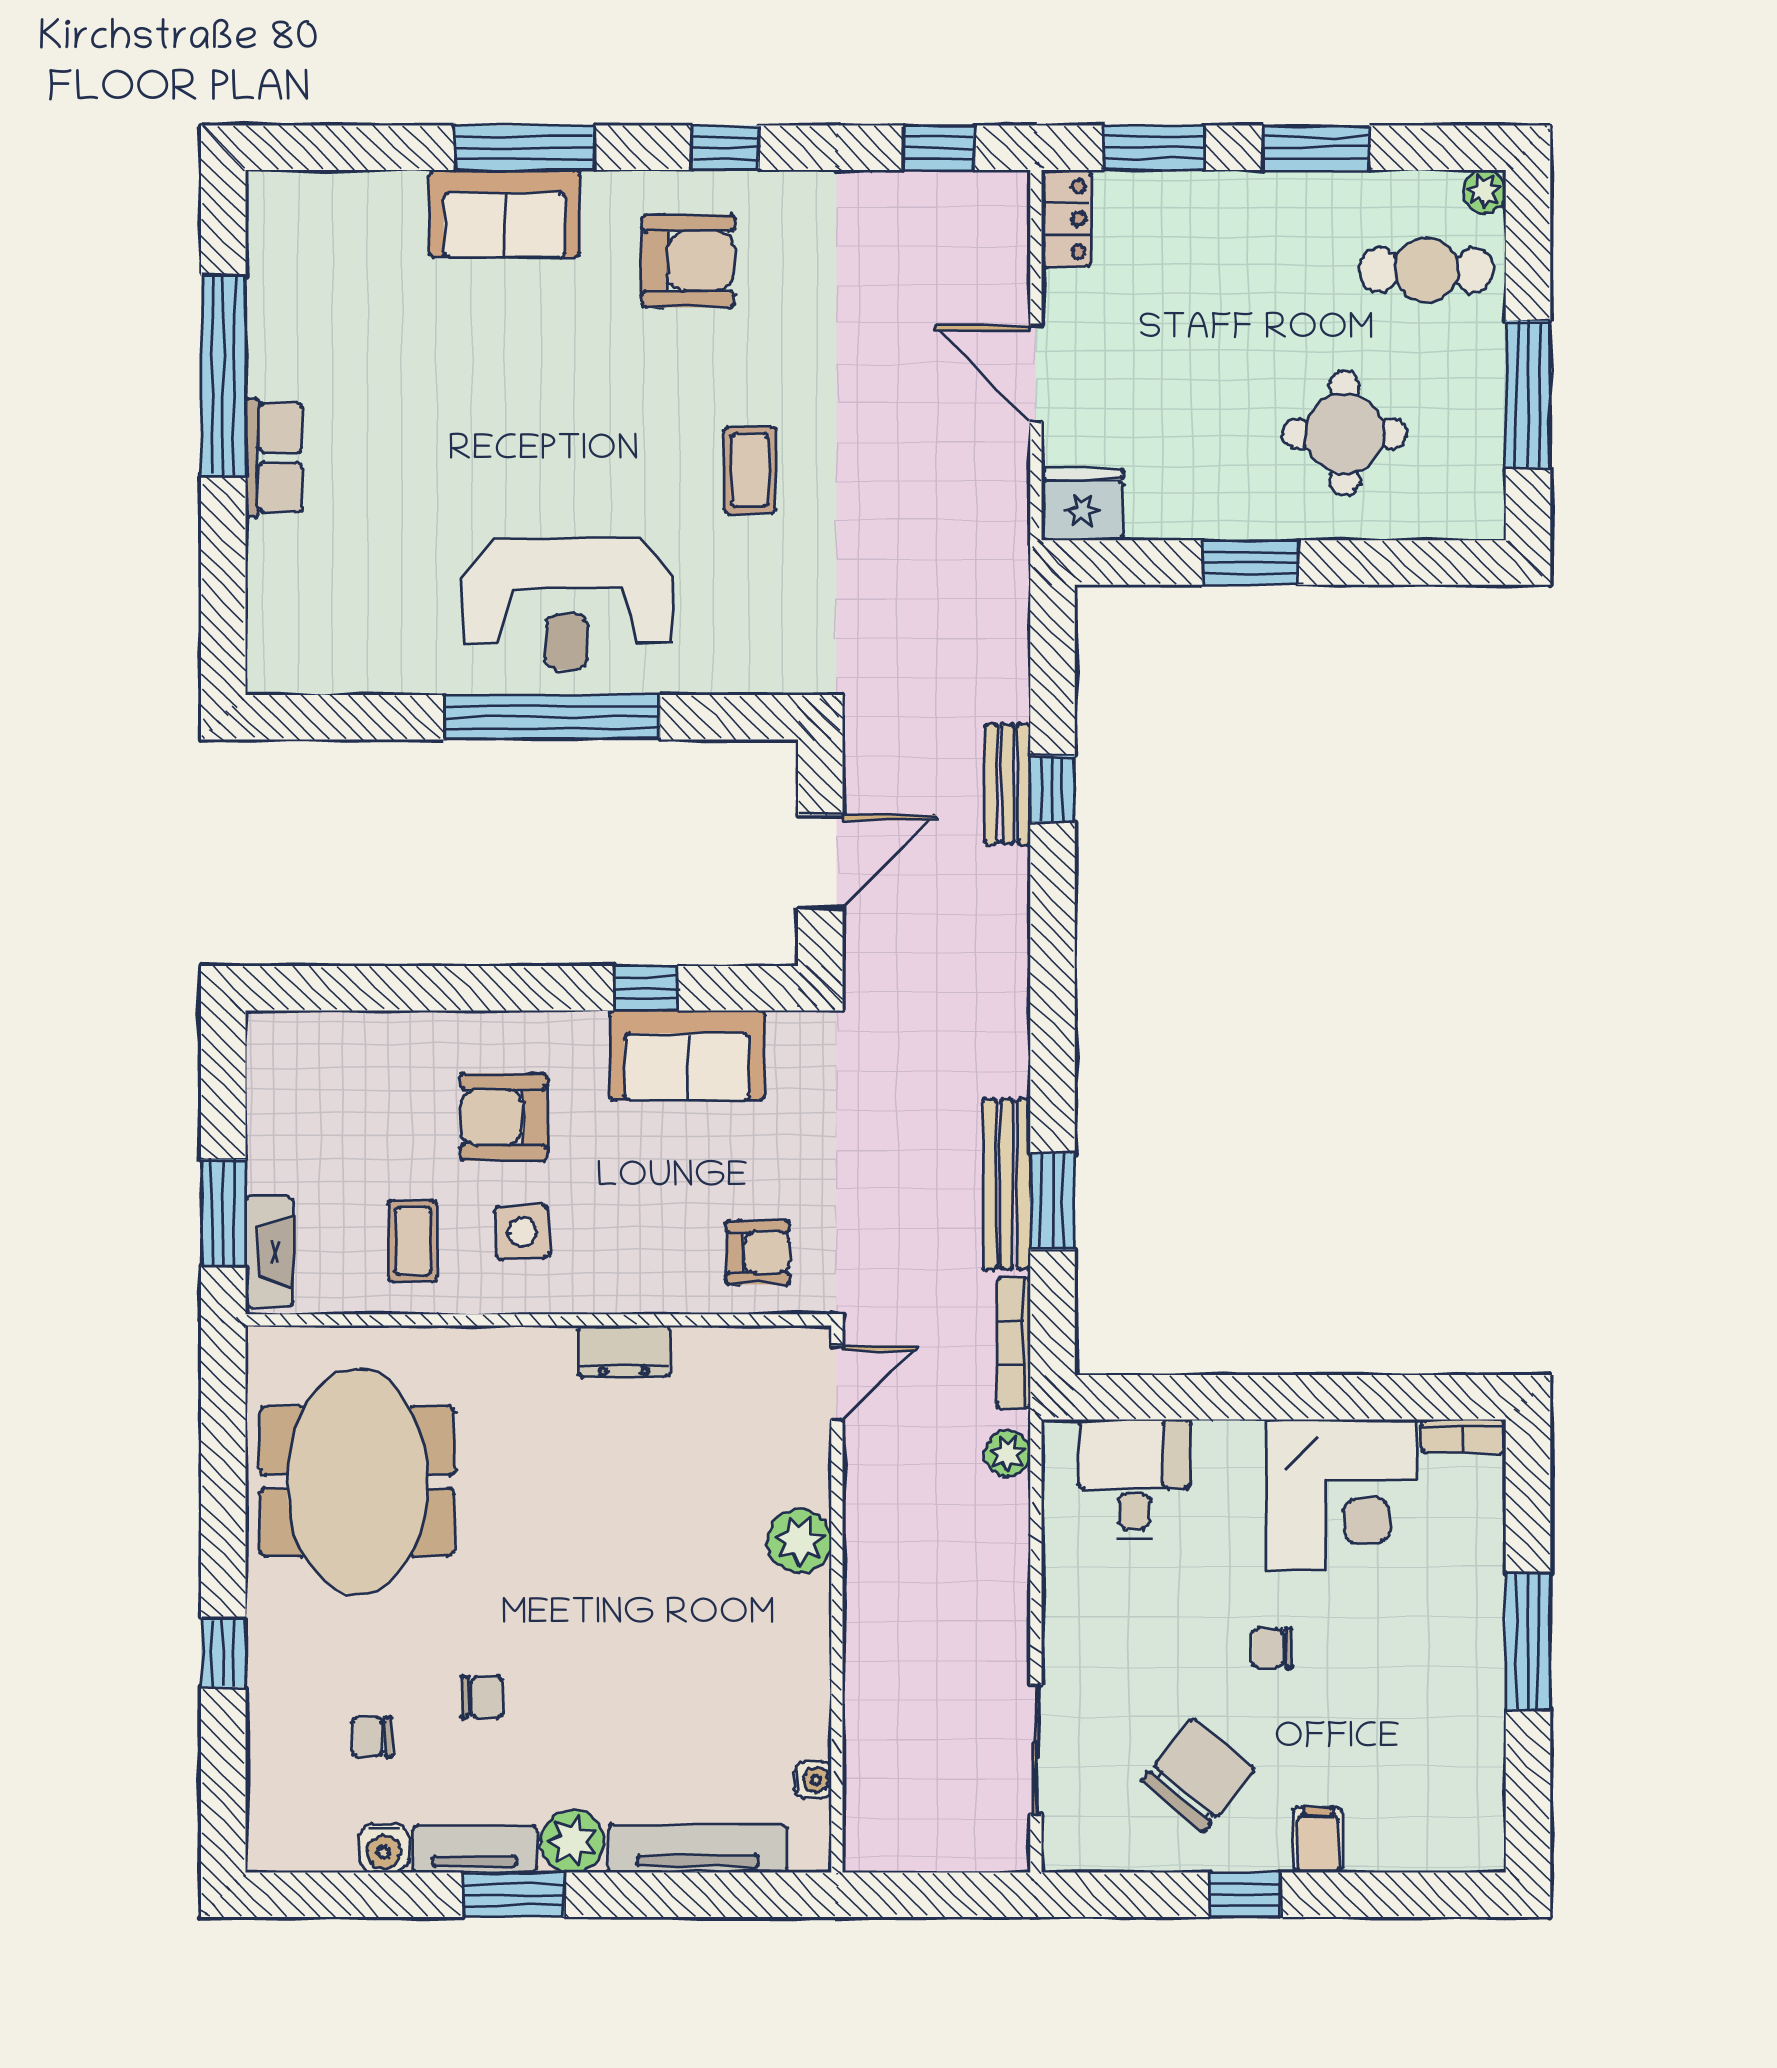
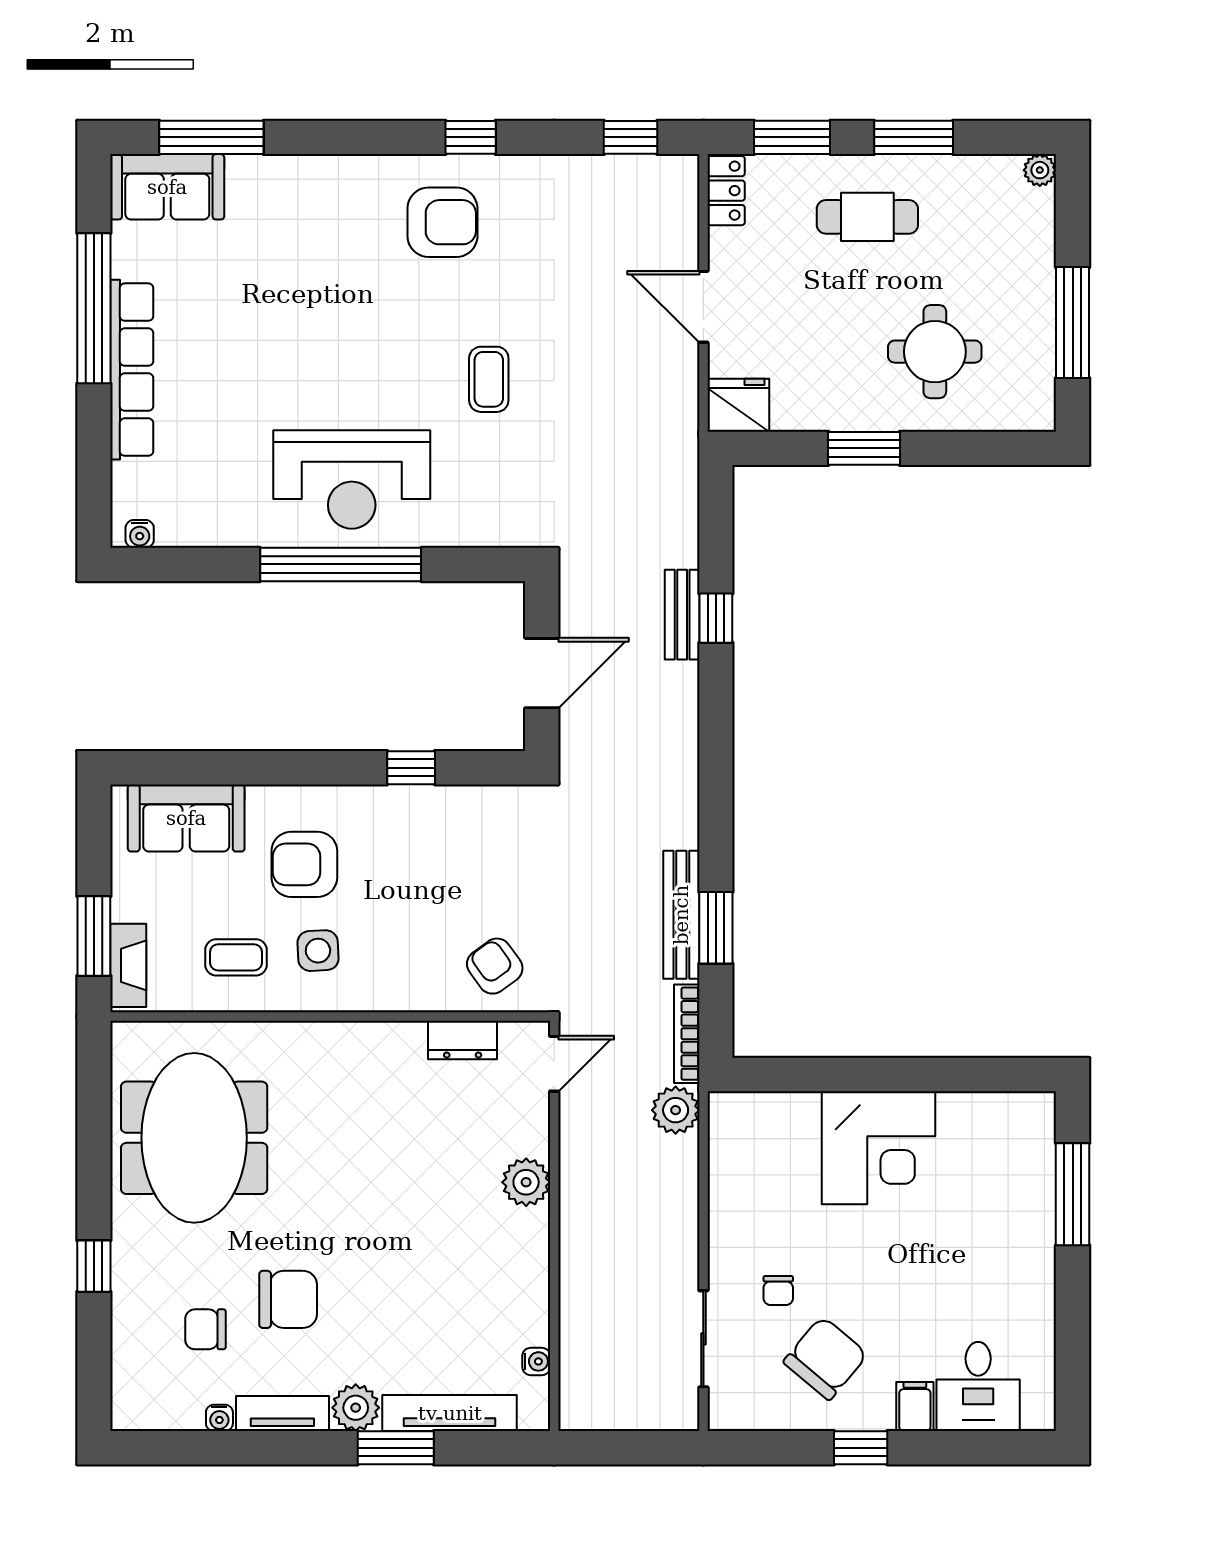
window: (525, 148) -> (211, 137), moved
sofa: (505, 214) -> (167, 187), moved
cafe table: (1426, 270) -> (867, 217), moved
row of seats: (274, 457) -> (132, 370), width x2.02
water cooler: (284, 676) -> (140, 534), added
sofa: (687, 1055) -> (186, 818), moved
coffee table: (413, 1241) -> (236, 957), turned 90
armchair: (758, 1253) -> (495, 966), turned -126
dresser: (624, 1351) -> (463, 1040), moved
bookcase: (1464, 1436) -> (1024, 1104), removed
plant: (1007, 1453) -> (676, 1110), width x1.38, depth x1.38
desk: (1134, 1479) -> (978, 1386), moved, turned 180
corner desk: (1341, 1495) -> (878, 1148), moved
window: (1528, 1642) -> (1073, 1194), moved
chair: (1272, 1648) -> (778, 1291), moved, turned -90
chair: (482, 1697) -> (288, 1299), width x1.87, depth x1.87
chair: (372, 1737) -> (205, 1329), width x1.37, depth x1.37
water cooler: (384, 1848) -> (219, 1418), width x0.72, depth x0.72
window: (514, 1895) -> (396, 1448), moved

